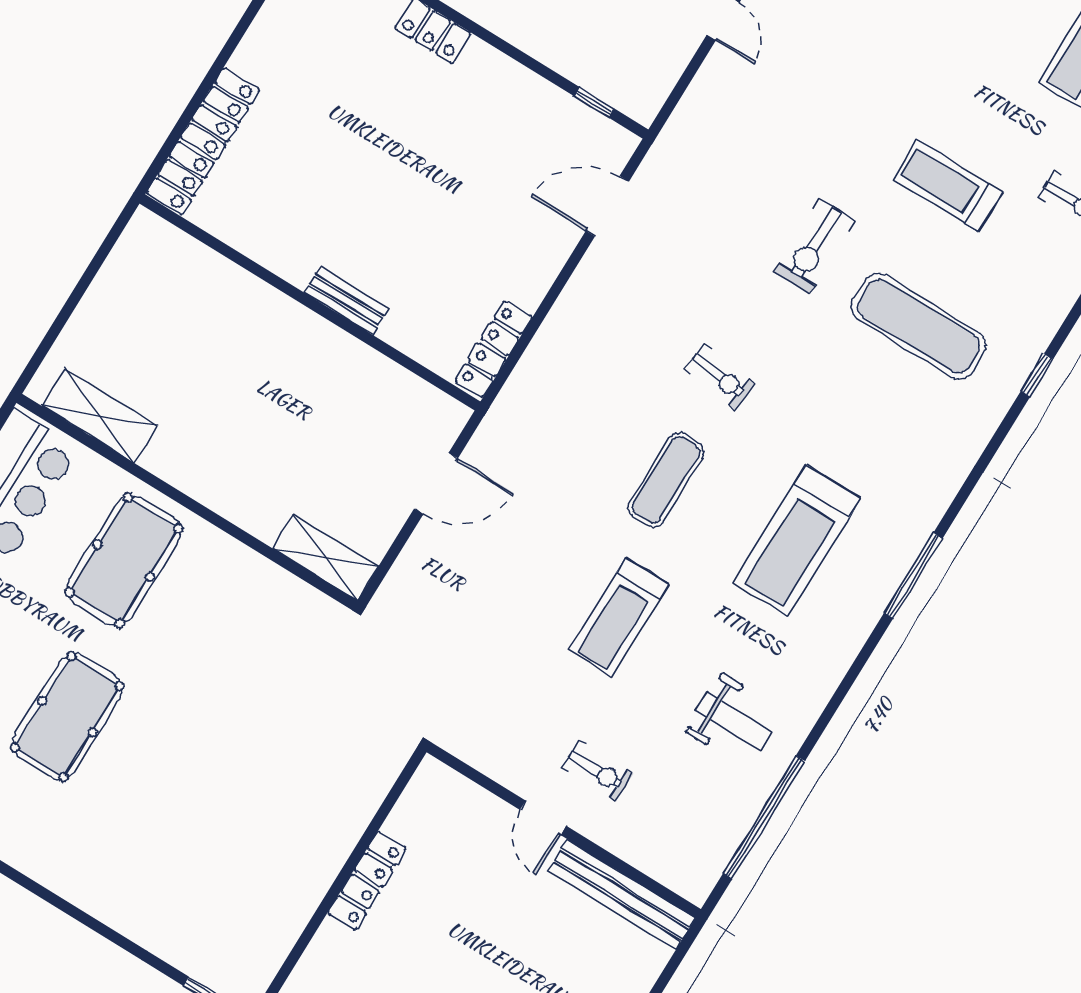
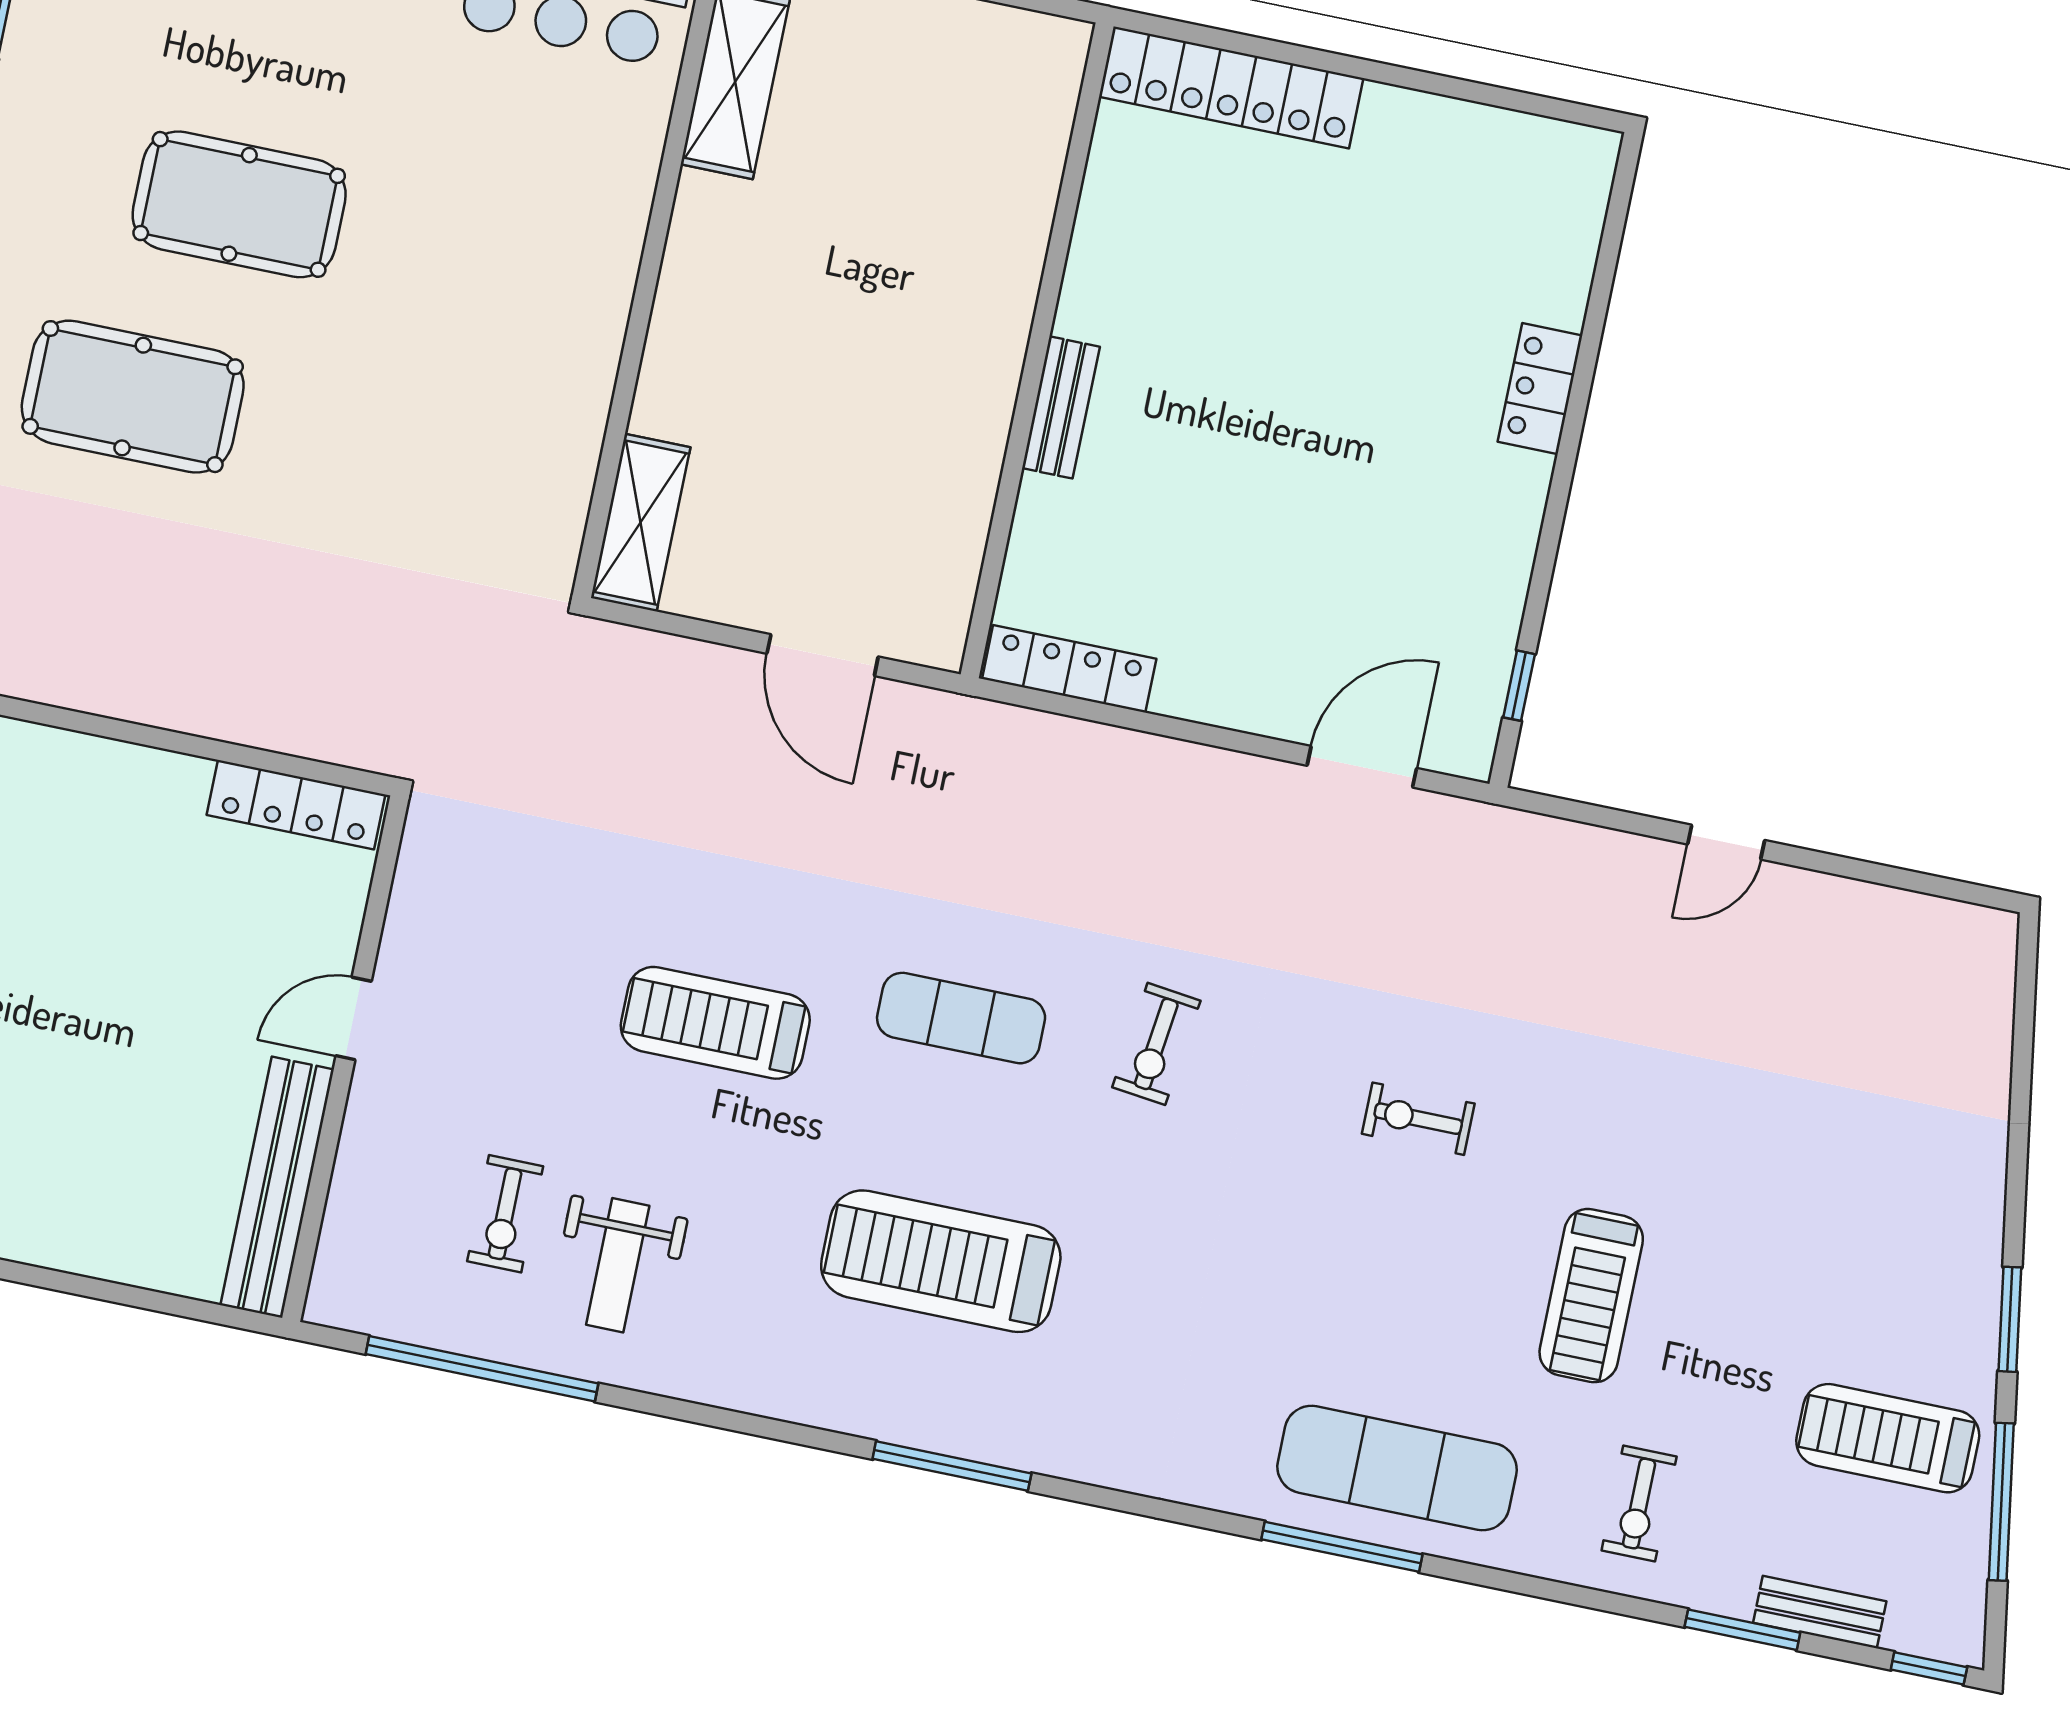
treadmill: (948, 186) -> (1591, 1296), turned 180
door: (607, 206) -> (1362, 767), hinge flipped
exercise bike: (814, 246) -> (1418, 1119), width x0.73, depth x0.72
exercise mat: (919, 326) -> (1397, 1468), moved, turned 90
window: (1037, 375) -> (1342, 1547), width x2.17
pool table: (124, 560) -> (133, 397), moved
exercise bike: (597, 771) -> (505, 1214), moved
locker: (367, 881) -> (296, 805), moved

